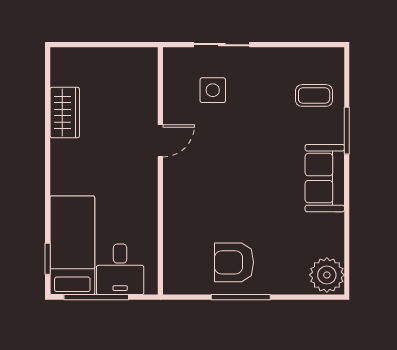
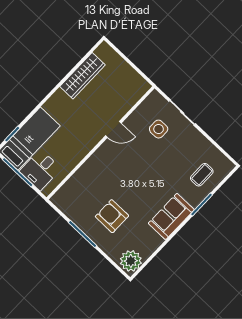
coffee table: (314, 95) -> (202, 175), turned 90
wardrobe: (65, 112) -> (83, 76), width x1.50
armchair: (234, 262) -> (112, 216), moved

